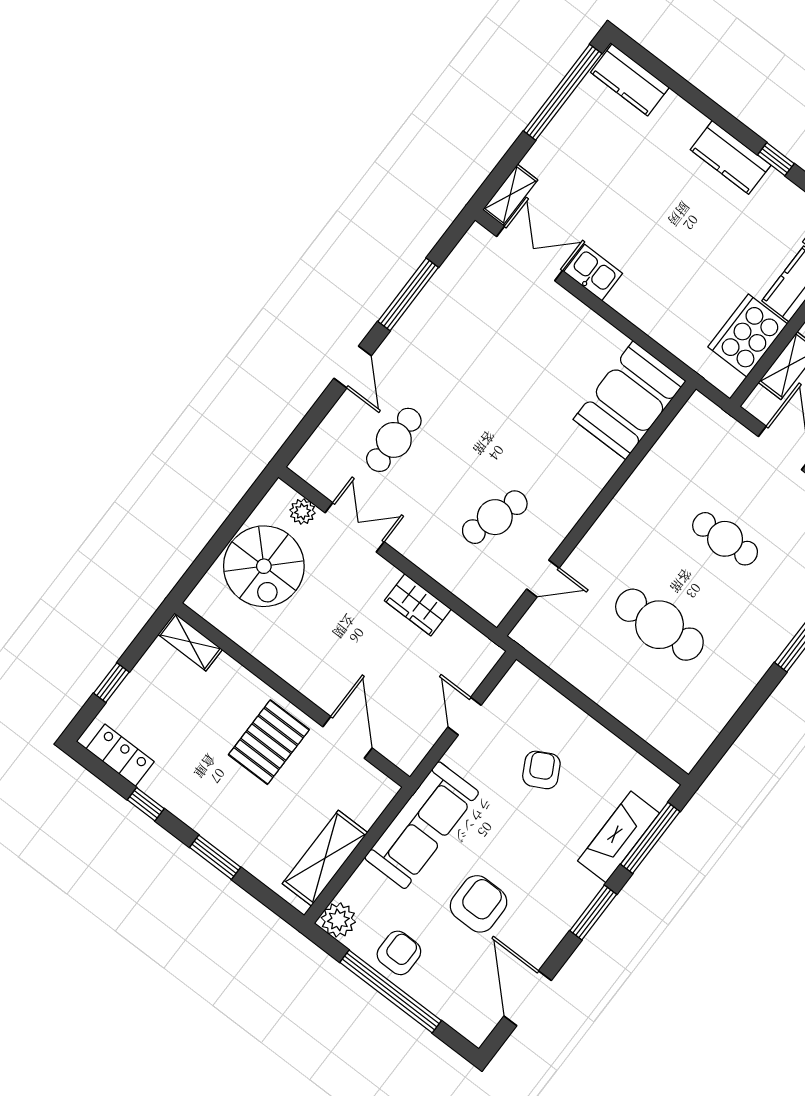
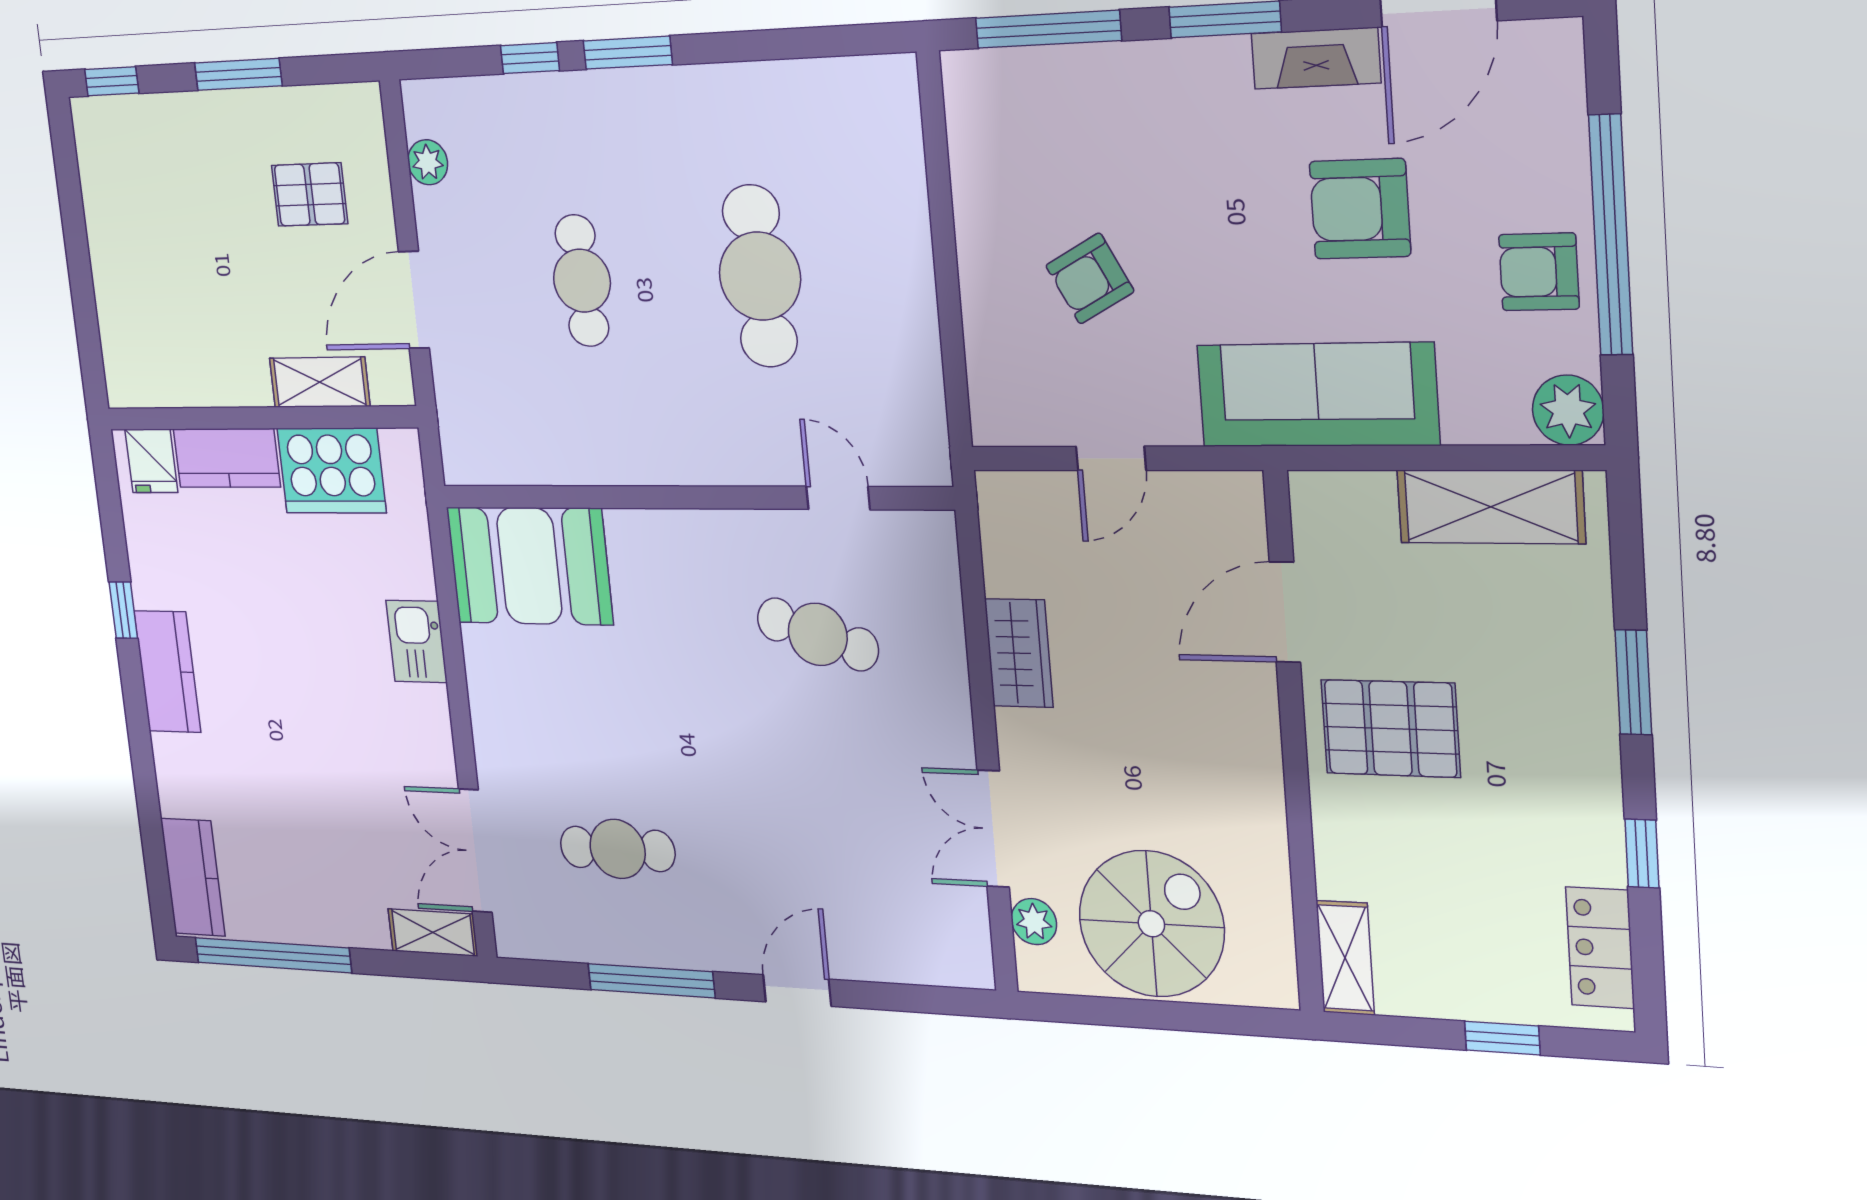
kitchen sink: (593, 273) -> (417, 642), moved
cafe table: (394, 440) -> (618, 849), moved
fireplace: (619, 837) -> (1316, 58), moved, width x0.73, depth x0.76

